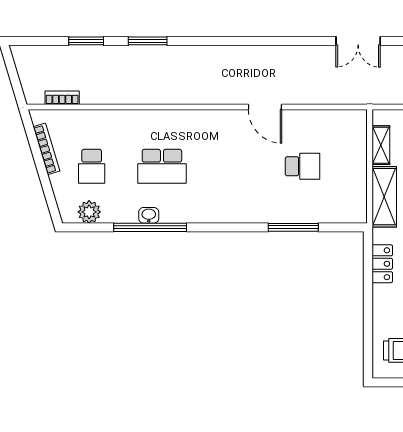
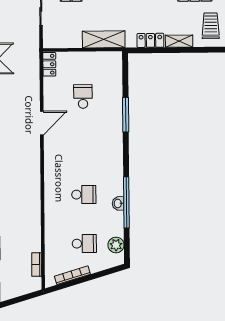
locker: (349, 118) -> (49, 64), added
shelving: (381, 145) -> (179, 41), moved
school desk: (162, 166) -> (84, 195), width x0.54
window: (293, 227) -> (126, 115), moved

